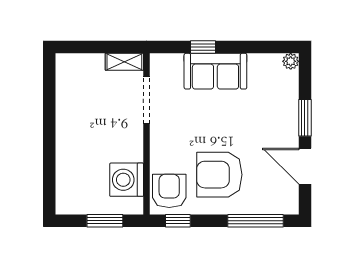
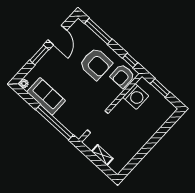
window: (203, 47) -> (54, 122), width x3.17
shelving: (124, 62) -> (102, 155), moved
sofa: (215, 71) -> (46, 96), moved

